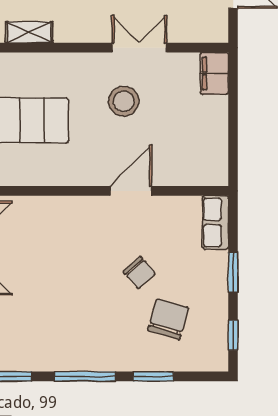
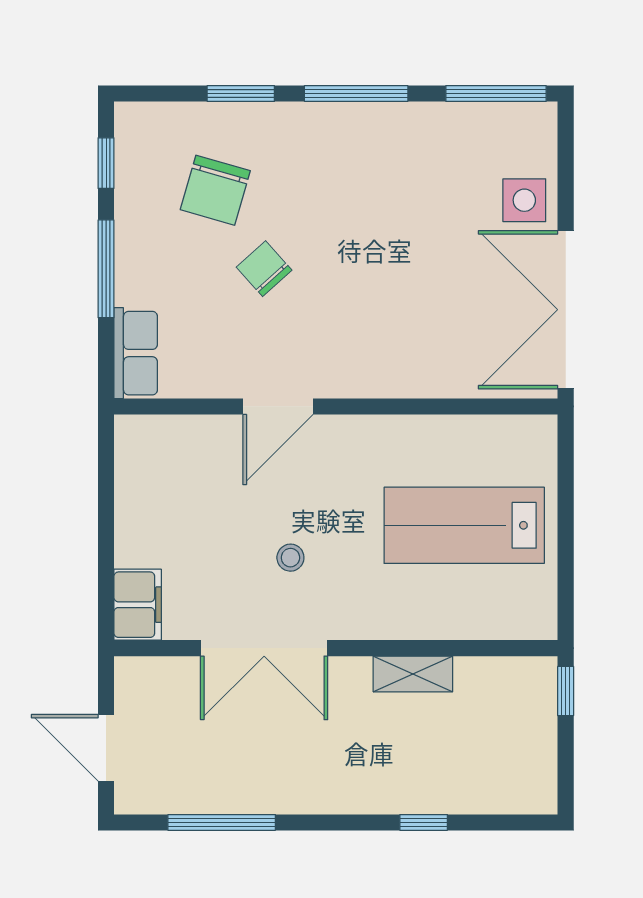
shelving: (29, 32) -> (413, 674), moved
double door: (139, 48) -> (264, 648), width x1.37
stool: (124, 101) -> (290, 558), width x0.53, depth x0.53
window: (233, 272) -> (106, 269), width x1.44

